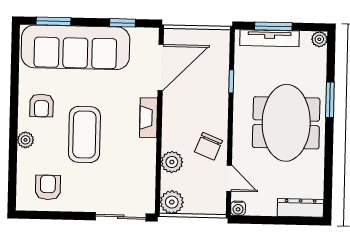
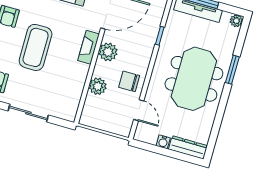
chair: (208, 146) -> (129, 81), turned 68
plant: (172, 202) -> (108, 52), moved
water cooler: (238, 208) -> (163, 142), moved
sliding door: (121, 217) -> (28, 113), moved

